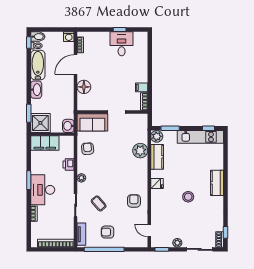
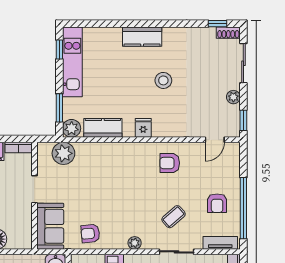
plant: (140, 151) -> (63, 153), moved

